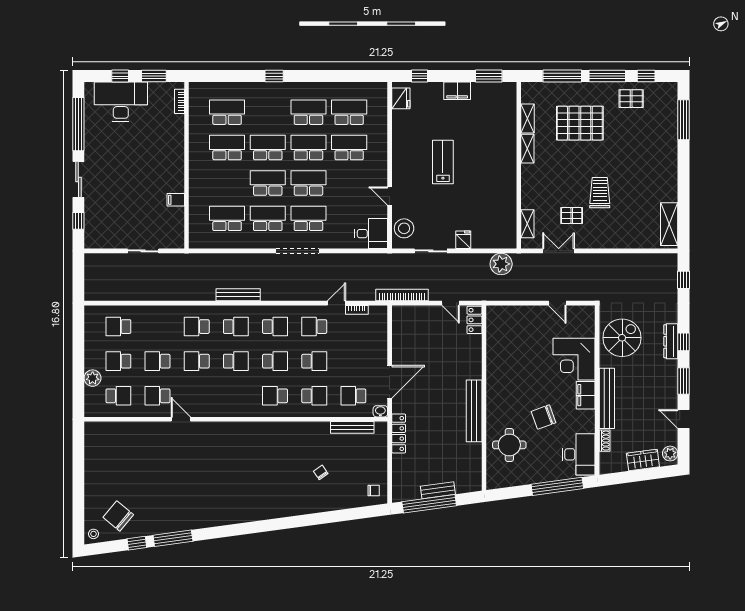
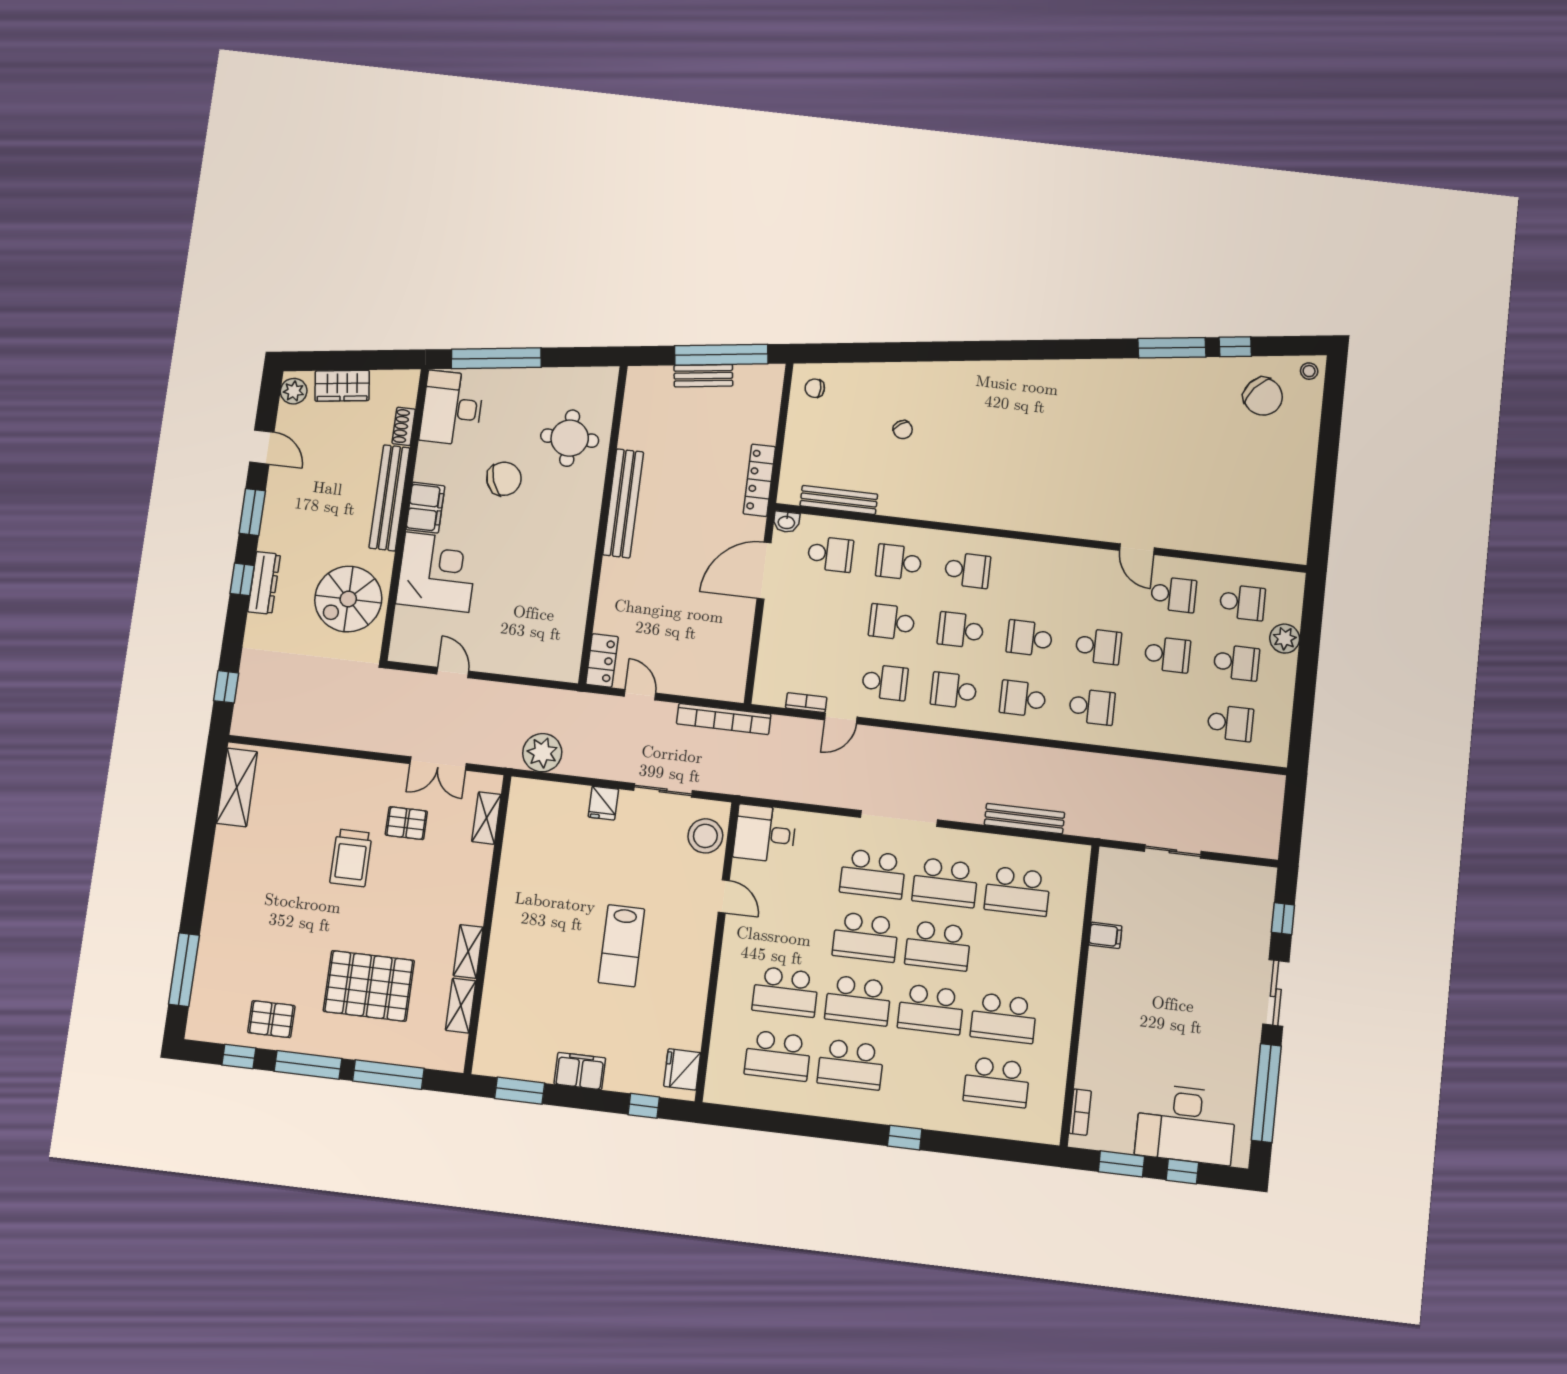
bench: (238, 295) -> (1024, 819), moved
school desk: (118, 396) -> (1242, 602), turned 180

